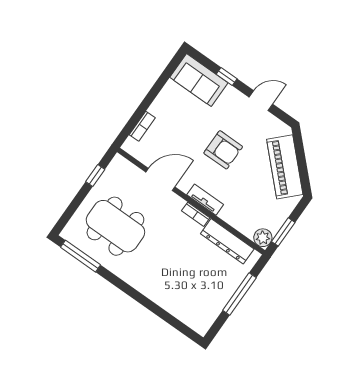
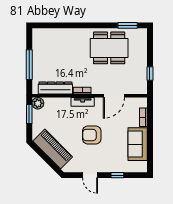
sofa: (199, 80) -> (138, 144), moved, turned -90
door: (261, 101) -> (90, 175), hinge flipped
dining table: (115, 226) -> (109, 48), moved
window: (80, 256) -> (128, 25), width x0.69

